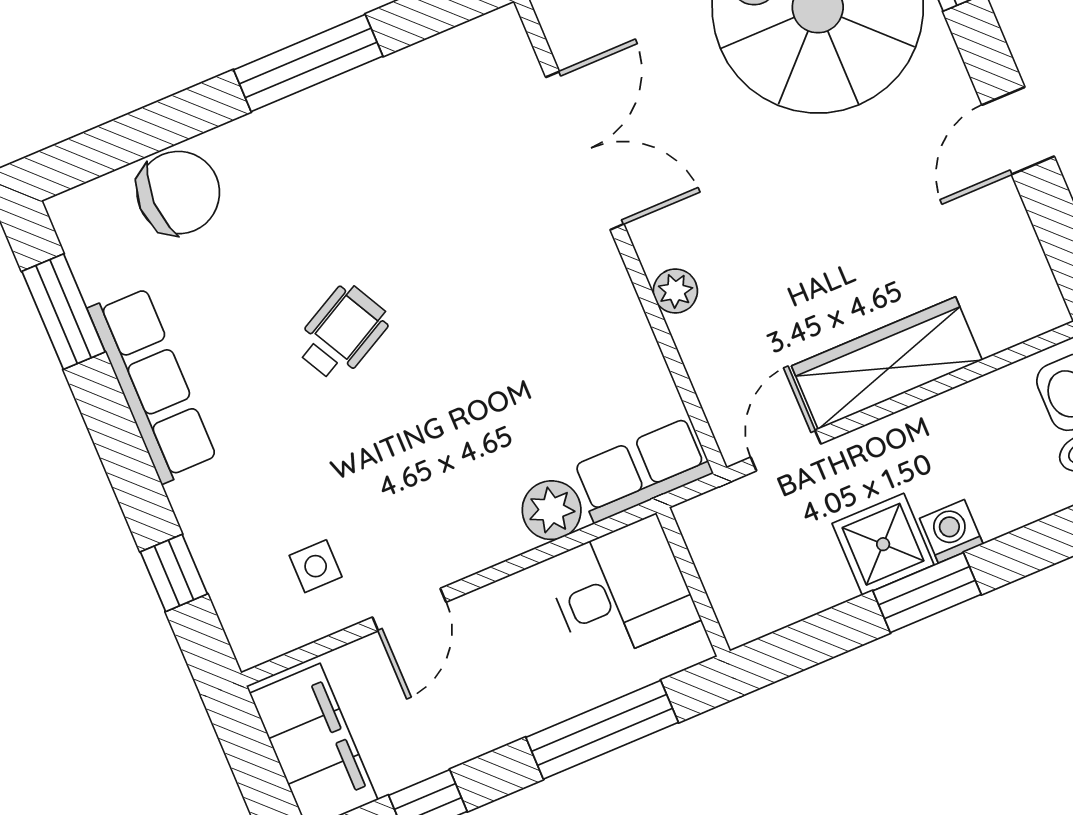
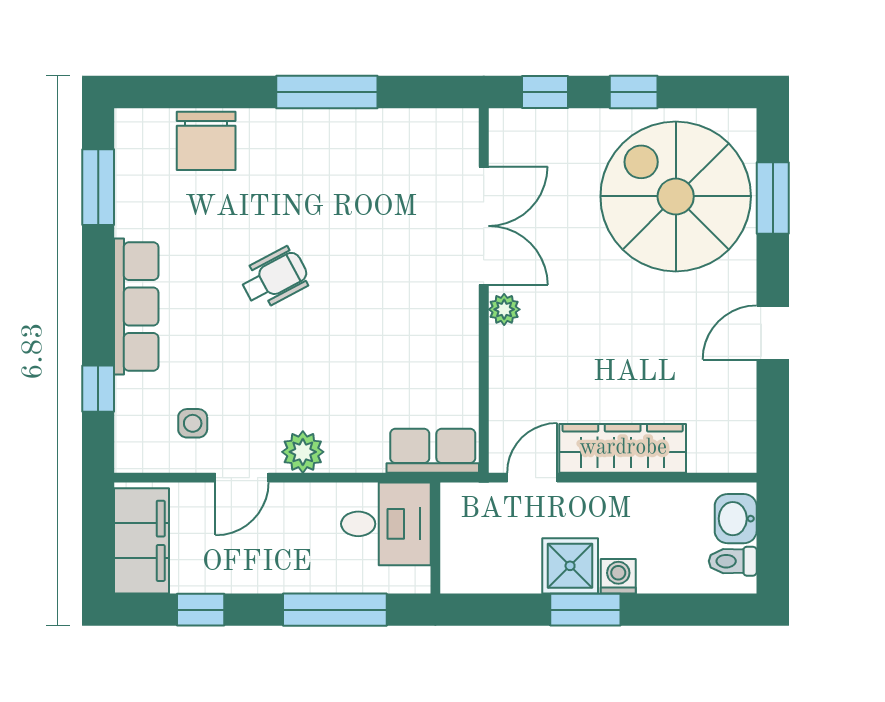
chair: (178, 193) -> (206, 141), turned 90
plant: (675, 291) -> (504, 309), moved
row of seats: (153, 384) -> (136, 306), moved
plant: (552, 510) -> (303, 452), moved

